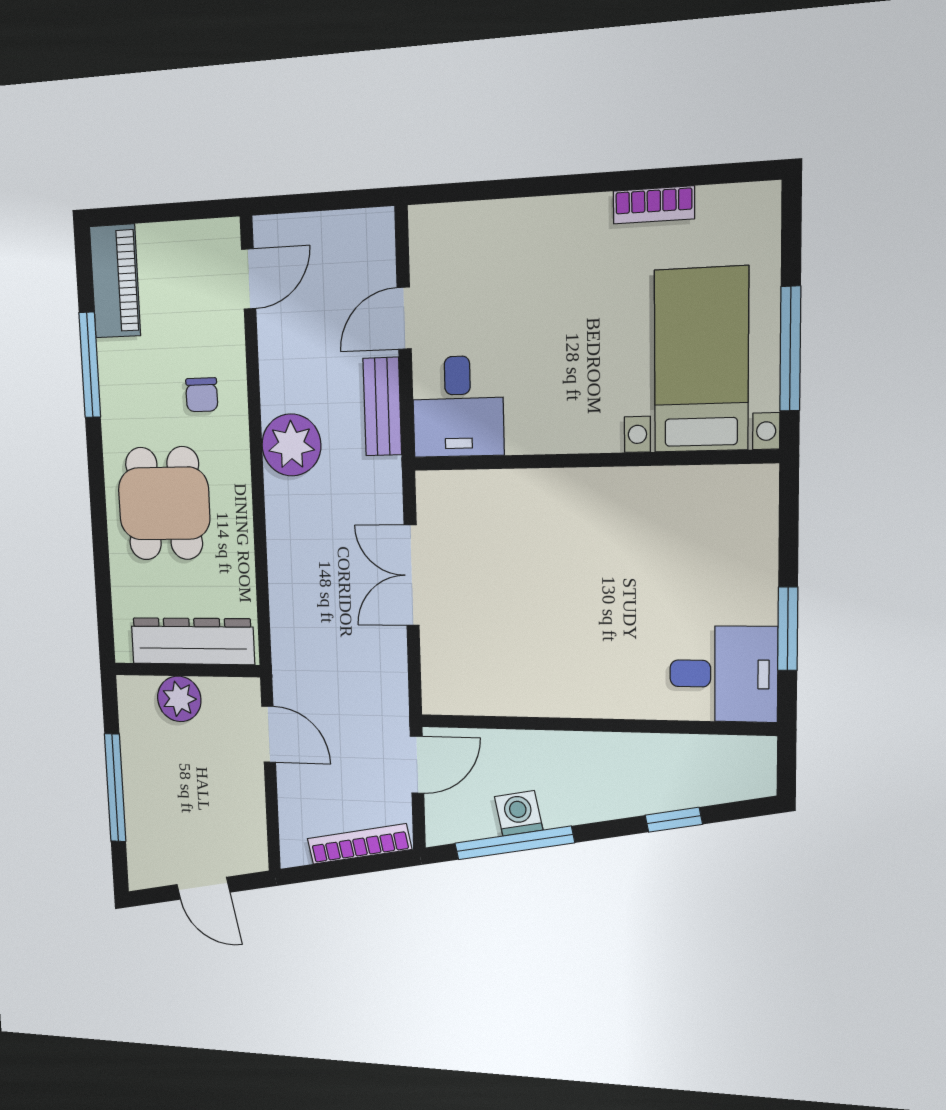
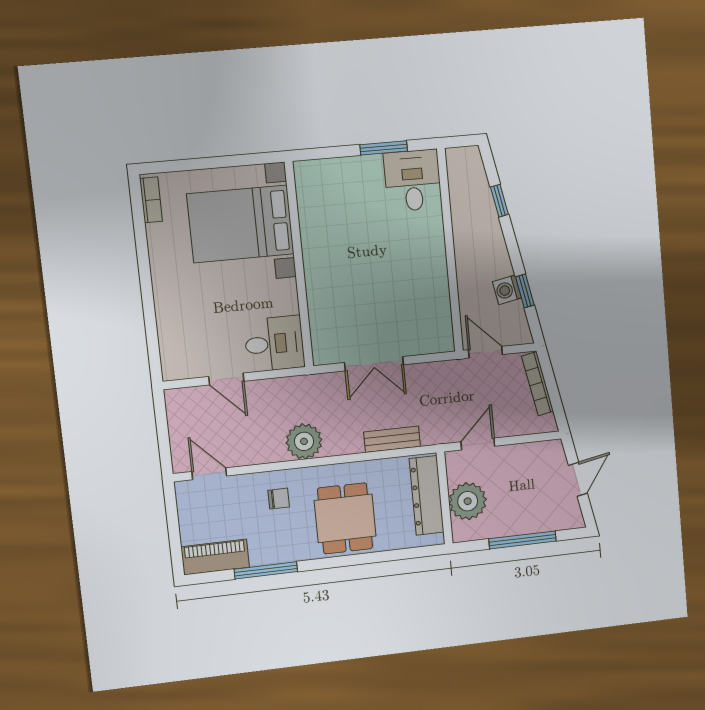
bookcase: (654, 205) -> (151, 200), moved
window: (790, 349) -> (230, 161), removed
bed with nightstands: (701, 360) -> (240, 224), width x1.36
bench: (382, 407) -> (392, 439), moved
dining table: (164, 503) -> (345, 518), turned 90
plant: (179, 699) -> (468, 501), width x1.36, depth x1.36
window: (514, 843) -> (525, 291), width x0.46

